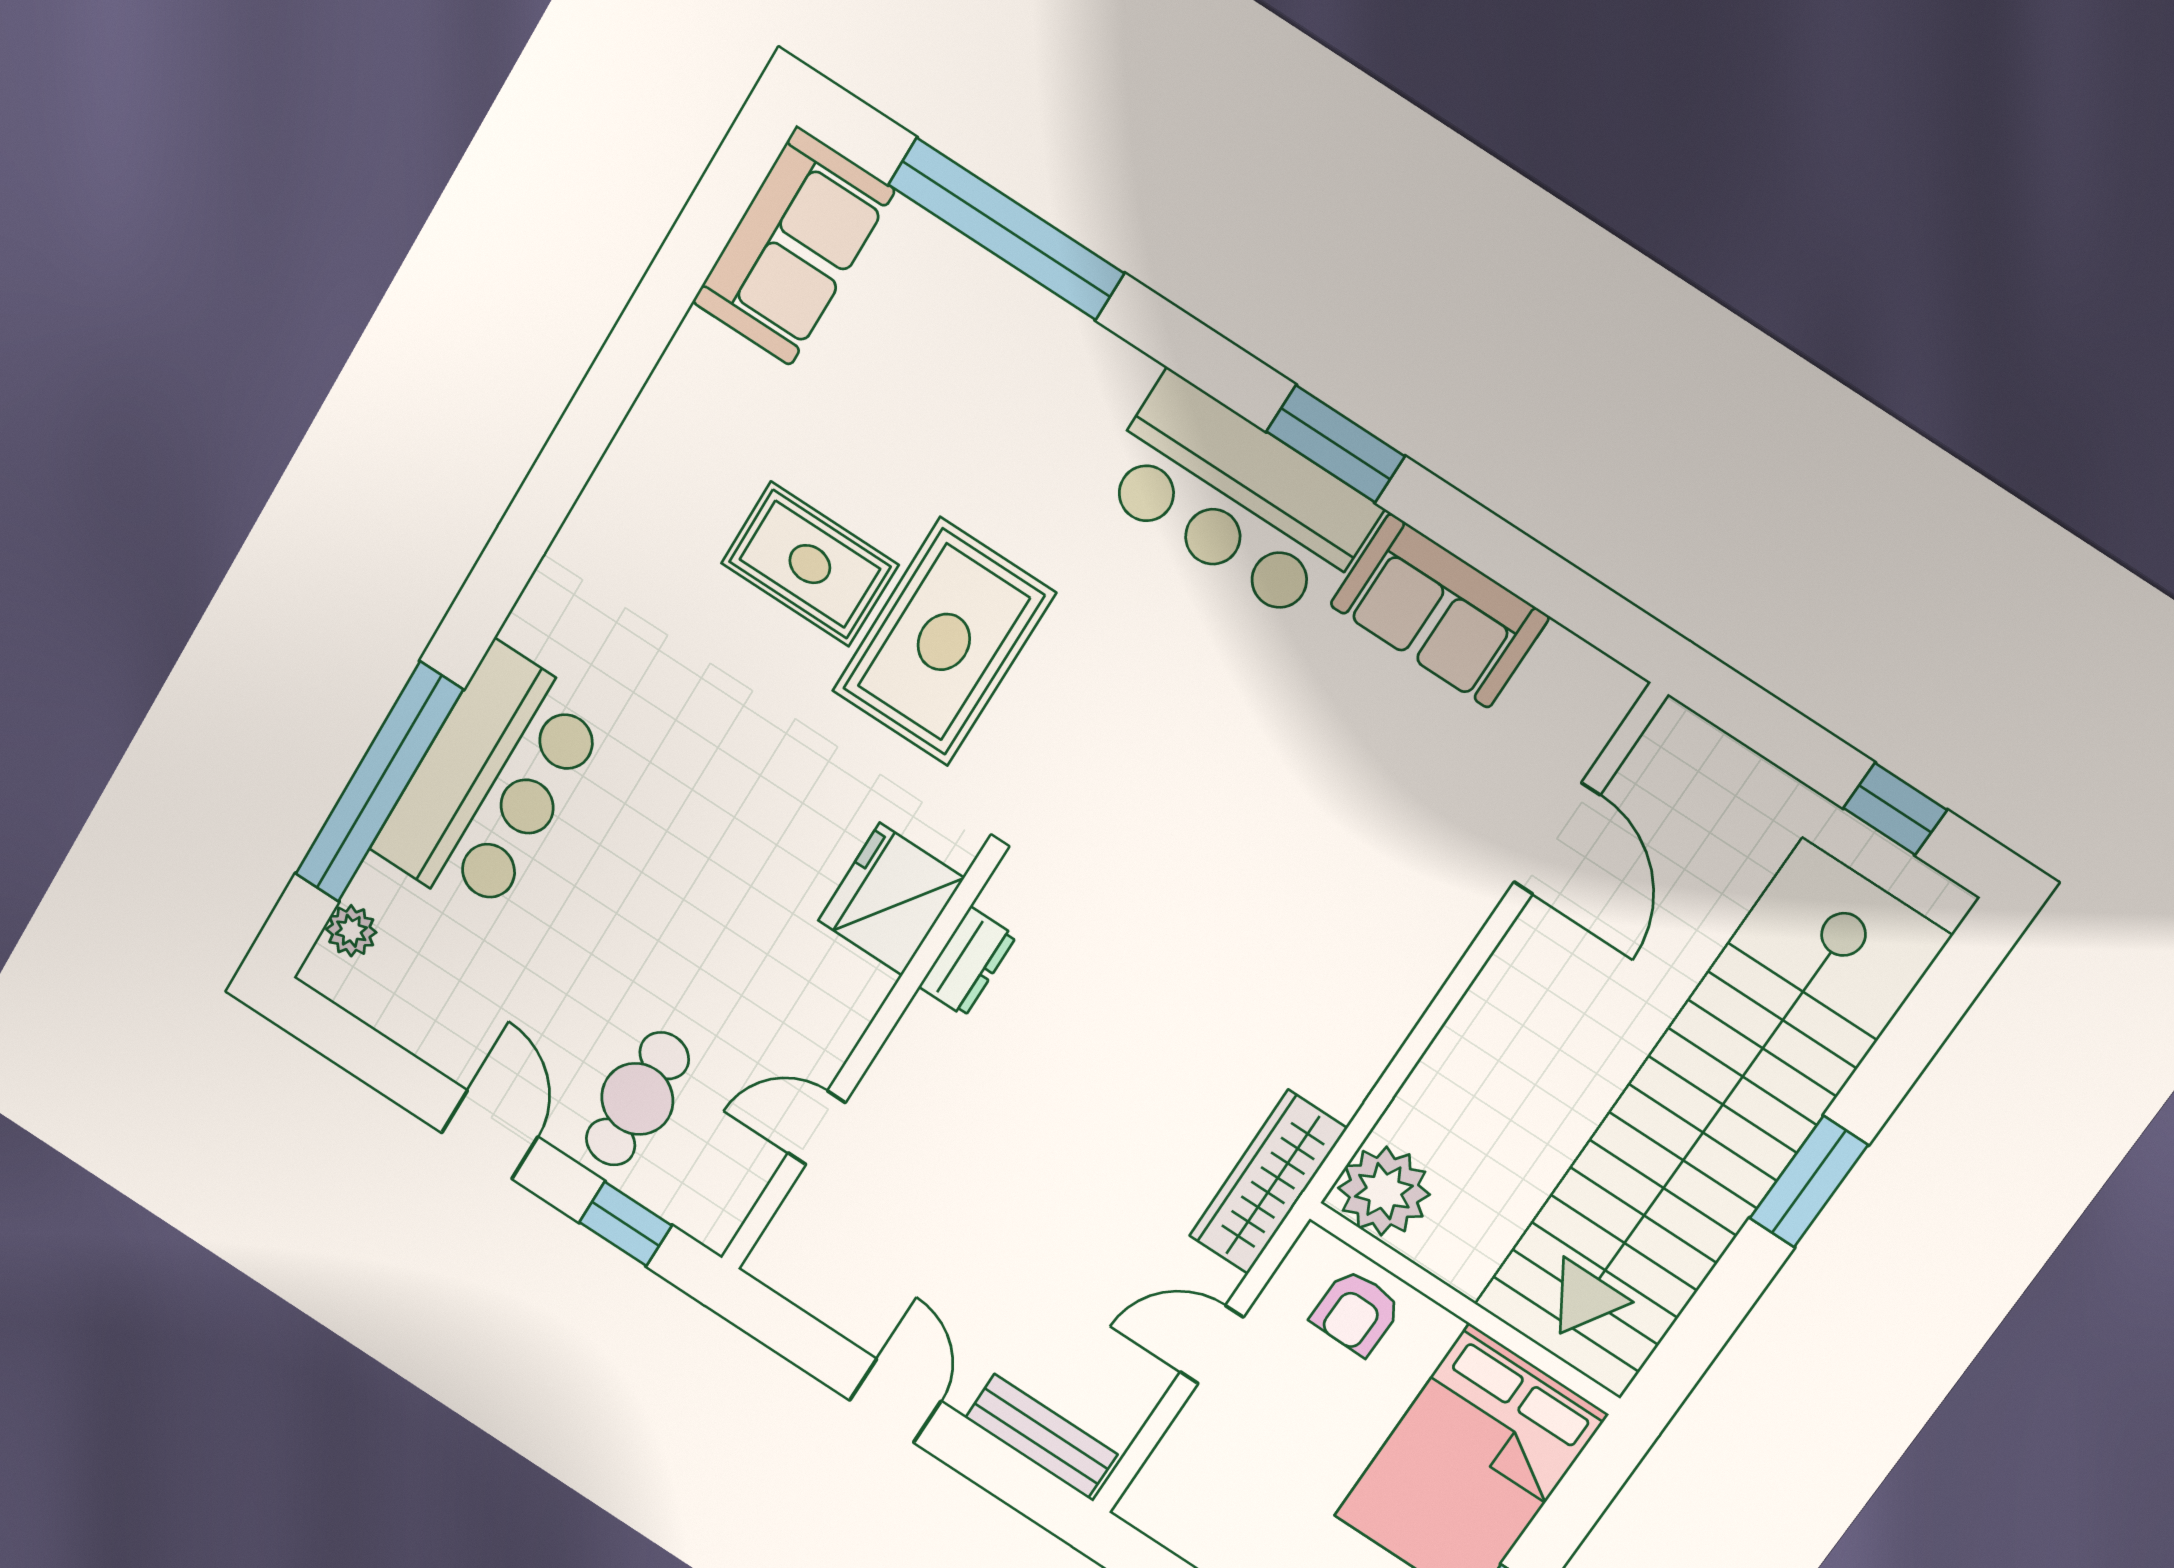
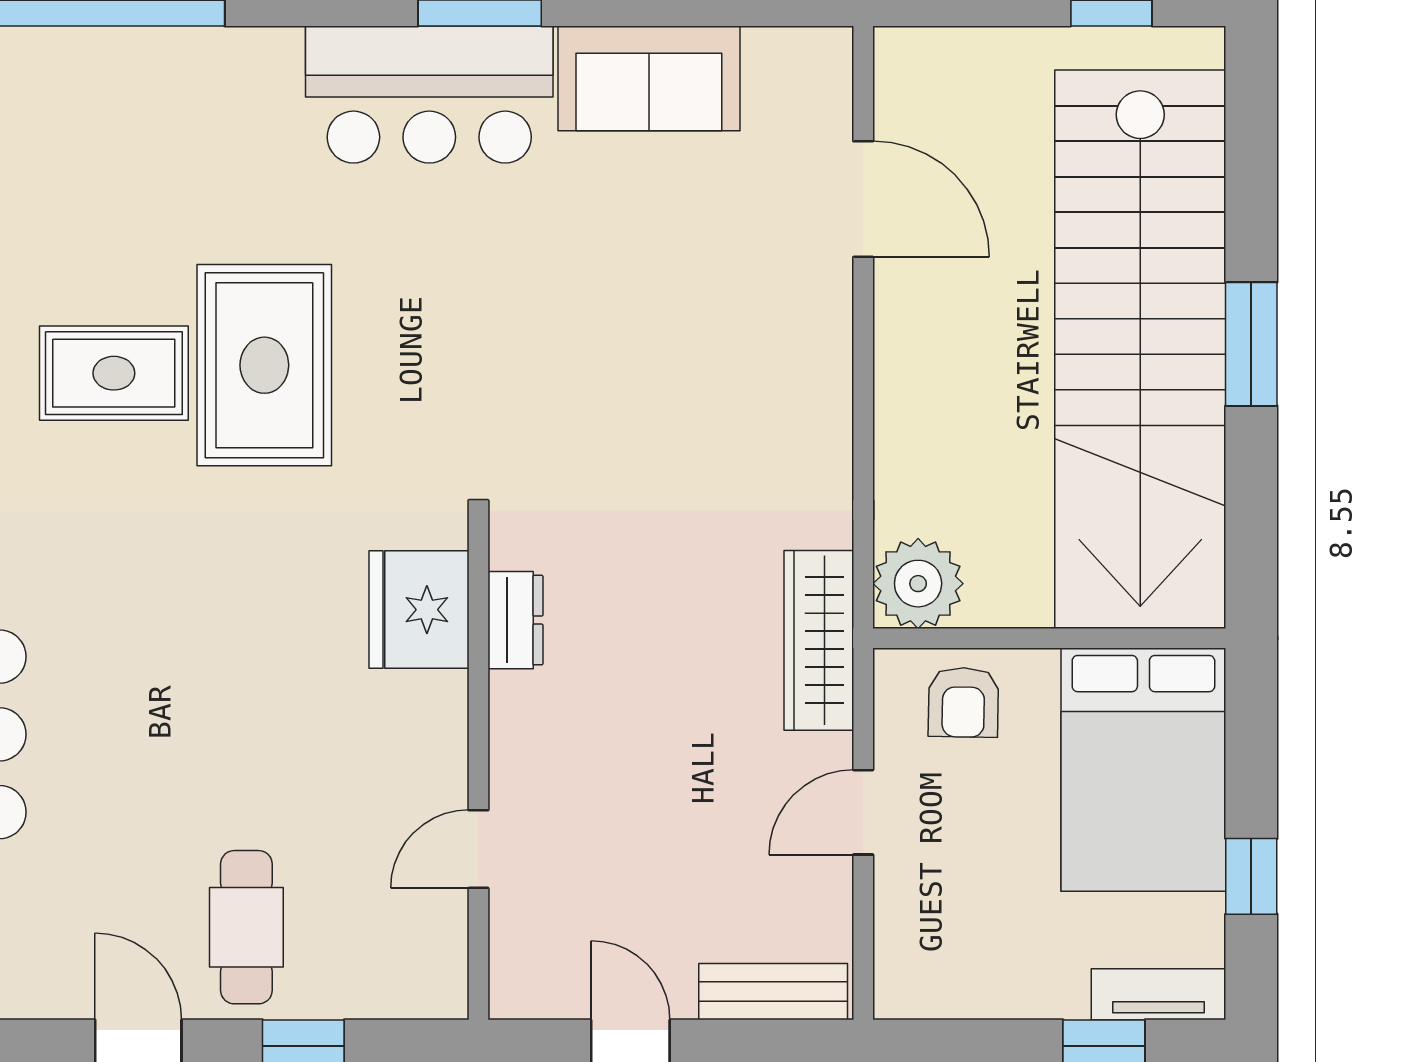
fridge: (891, 899) -> (419, 610), moved
dresser: (967, 962) -> (515, 620), moved
wall: (858, 1064) -> (478, 770), moved
door: (817, 1128) -> (478, 849), moved

